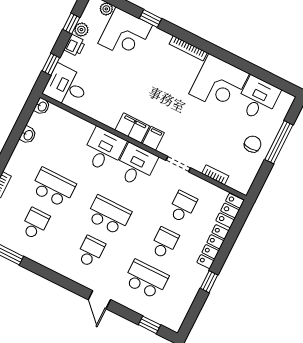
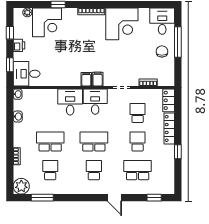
plant: (81, 30) -> (18, 33), removed
desk: (258, 99) -> (162, 21), moved
filing cabinet: (132, 128) -> (86, 79), width x0.50

